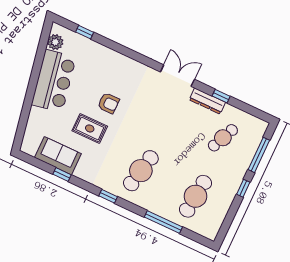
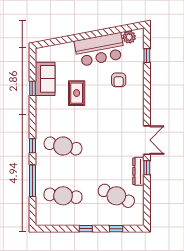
window: (221, 96) -> (147, 168), moved
armchair: (108, 103) -> (119, 80), moved
cafe table: (223, 138) -> (116, 196), width x1.37, depth x1.35
window: (259, 155) -> (116, 229), width x0.46
window: (108, 196) -> (32, 146), moved

